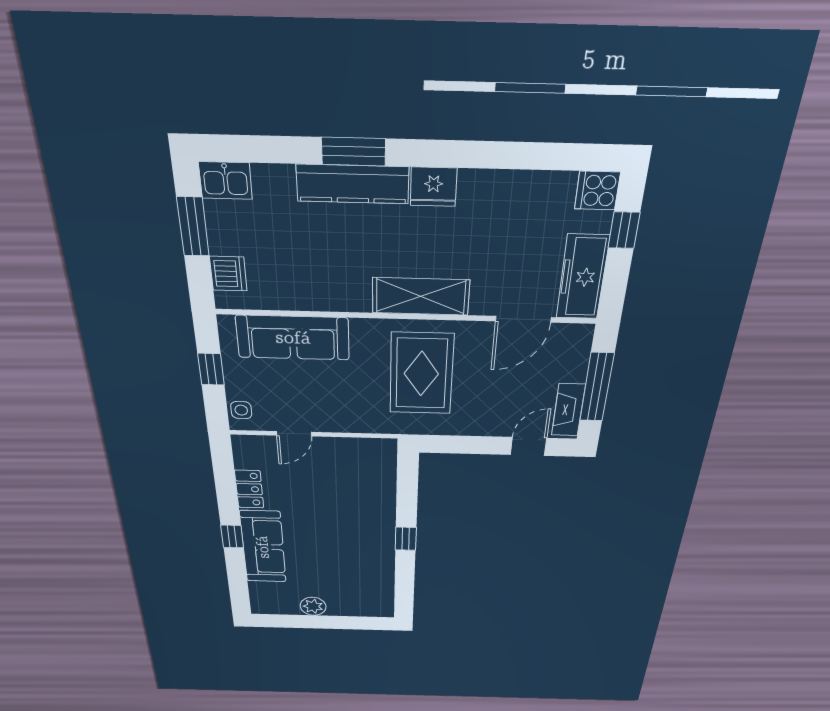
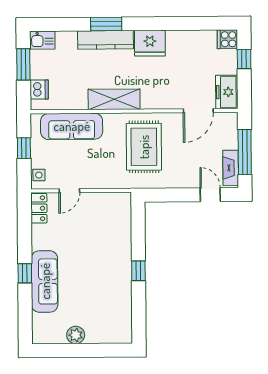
fridge: (433, 187) -> (150, 43), width x1.36, depth x1.34
freezer: (582, 277) -> (227, 92), width x0.71
shelving: (421, 296) -> (114, 99), moved
door: (528, 446) -> (210, 195), hinge flipped
locker: (249, 489) -> (39, 208), moved

